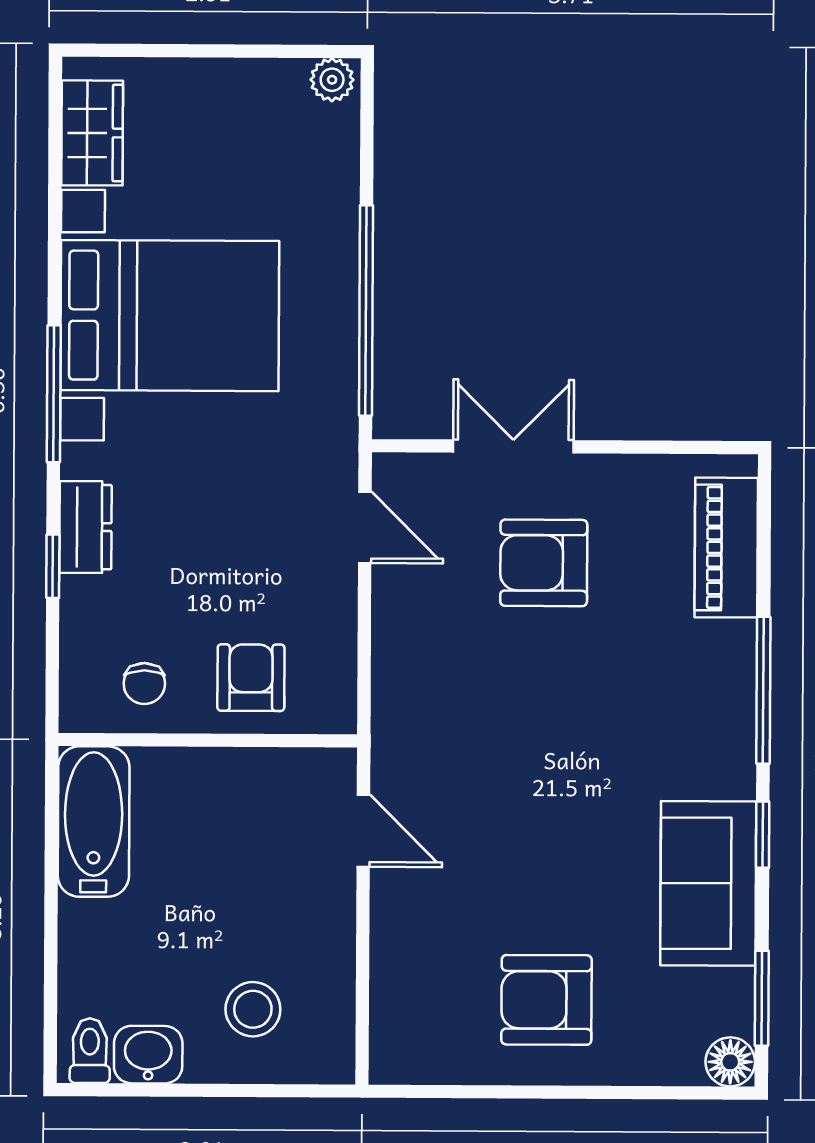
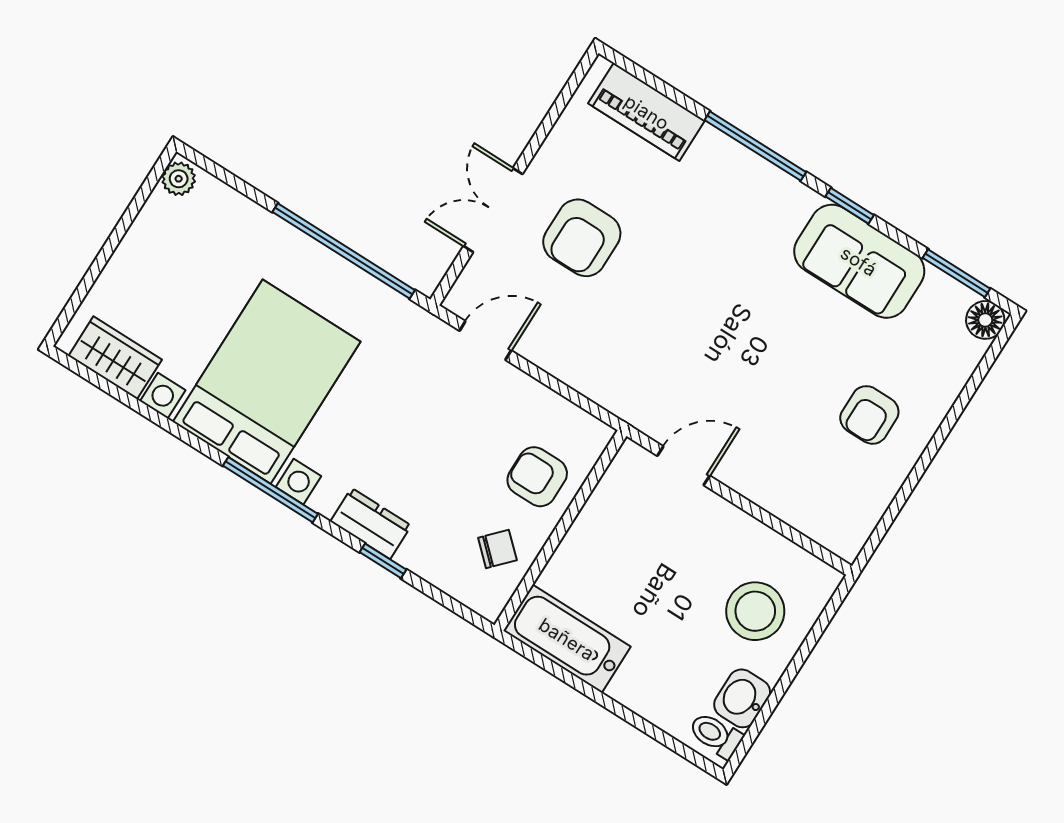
chair: (144, 684) -> (497, 549), turned -47
armchair: (547, 1000) -> (869, 415), width x0.72, depth x0.72
stool: (253, 1009) -> (755, 611), width x1.38, depth x1.38

